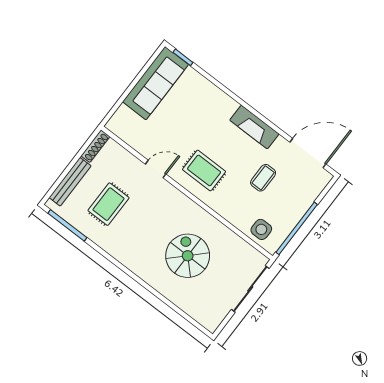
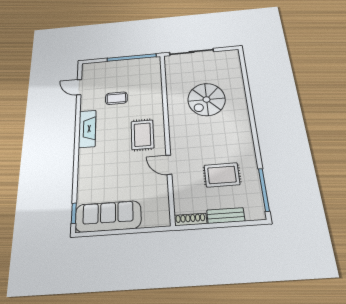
door: (308, 153) -> (79, 87), width x0.53
bench: (70, 182) -> (226, 216), width x0.73
side table: (261, 229) -> (150, 74), removed

